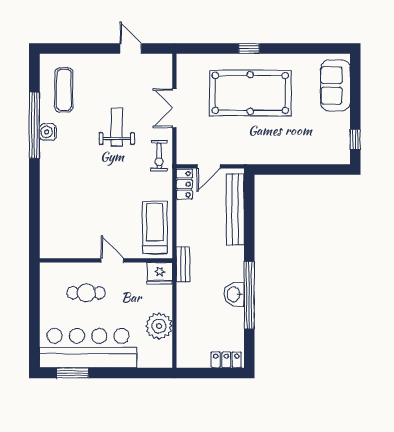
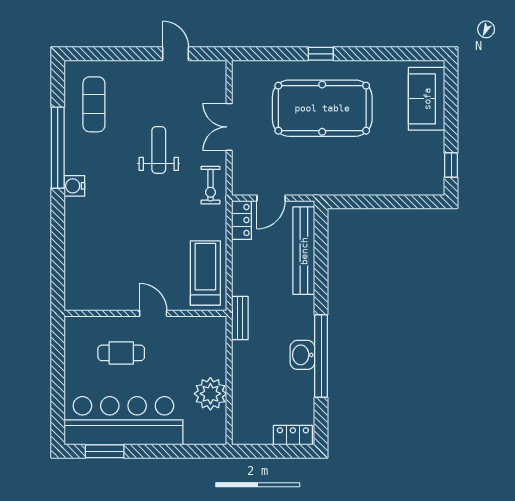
water cooler: (48, 132) -> (74, 186), moved
fridge: (160, 273) -> (211, 329), removed

